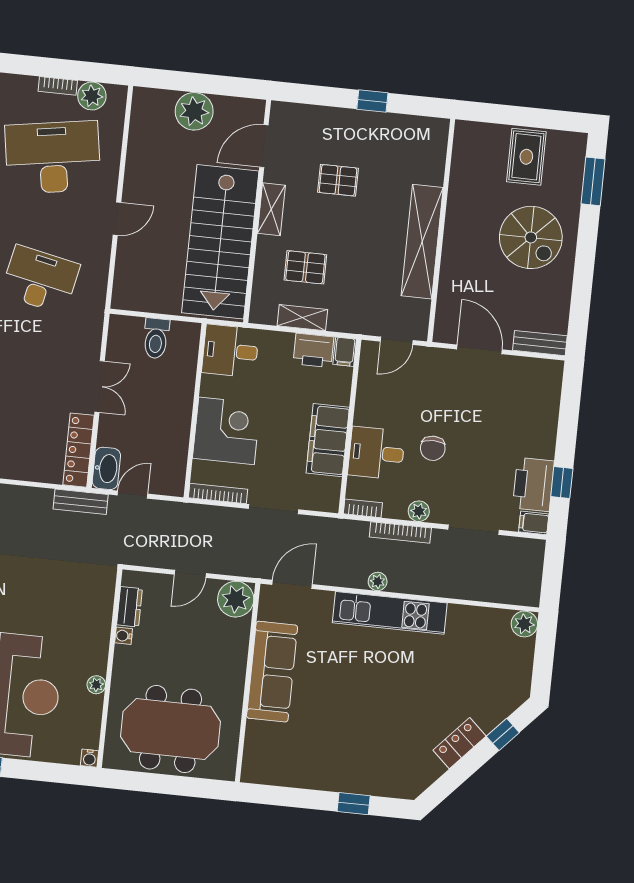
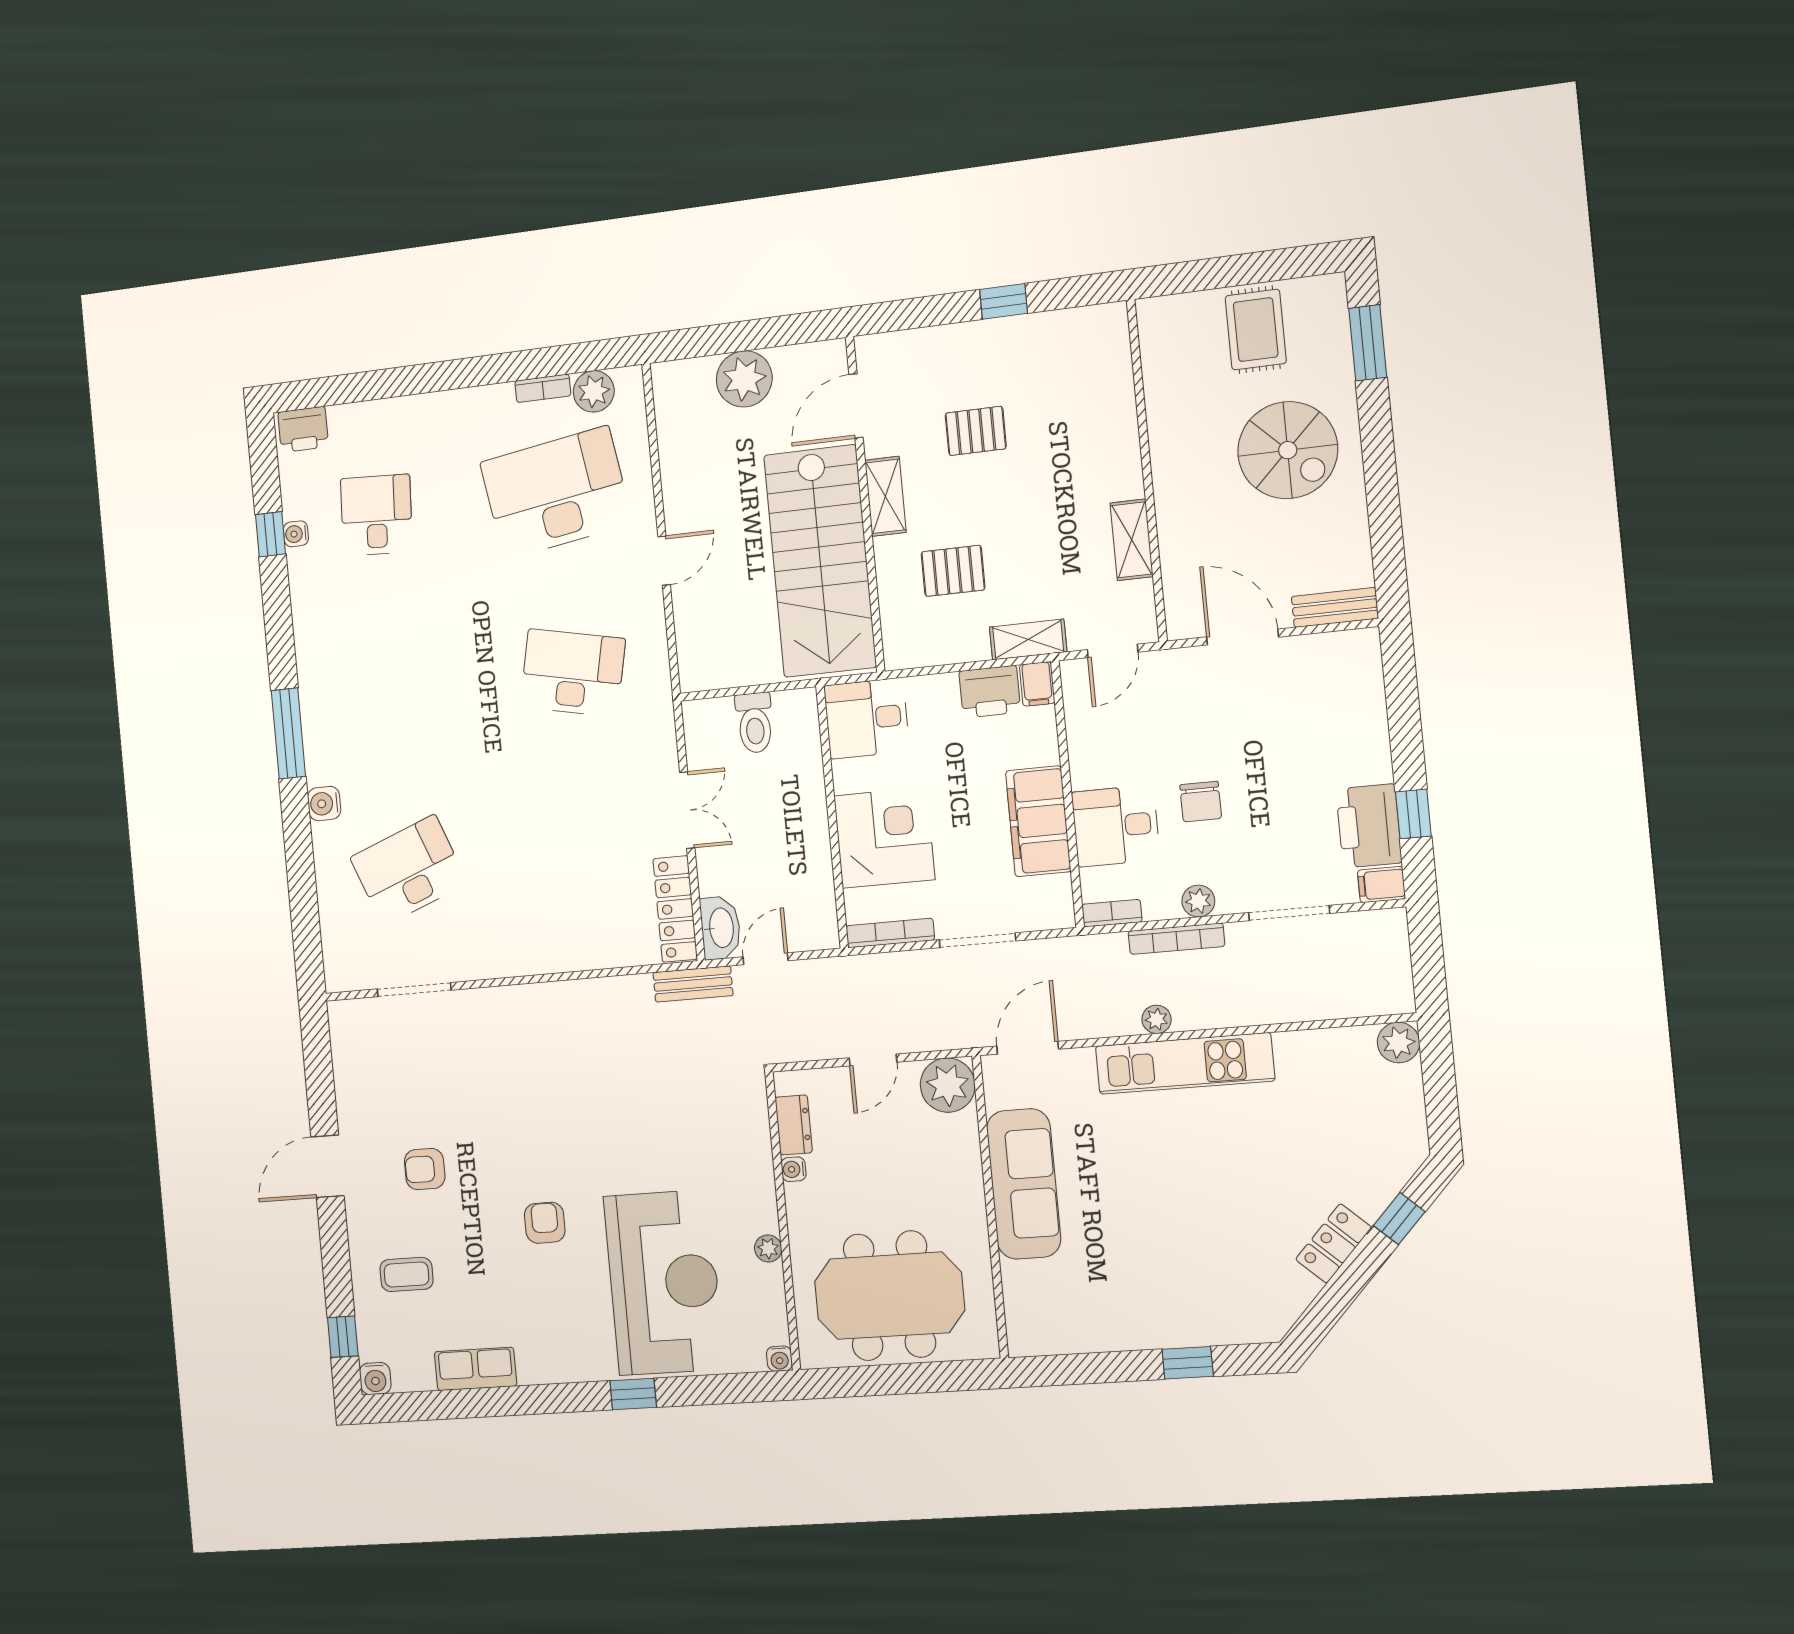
shelving: (422, 242) -> (1132, 540), width x0.45, depth x0.75
shelving: (302, 318) -> (1028, 639), moved

